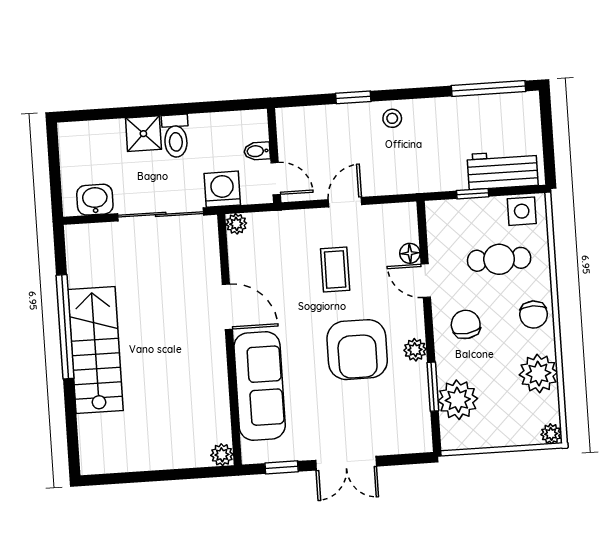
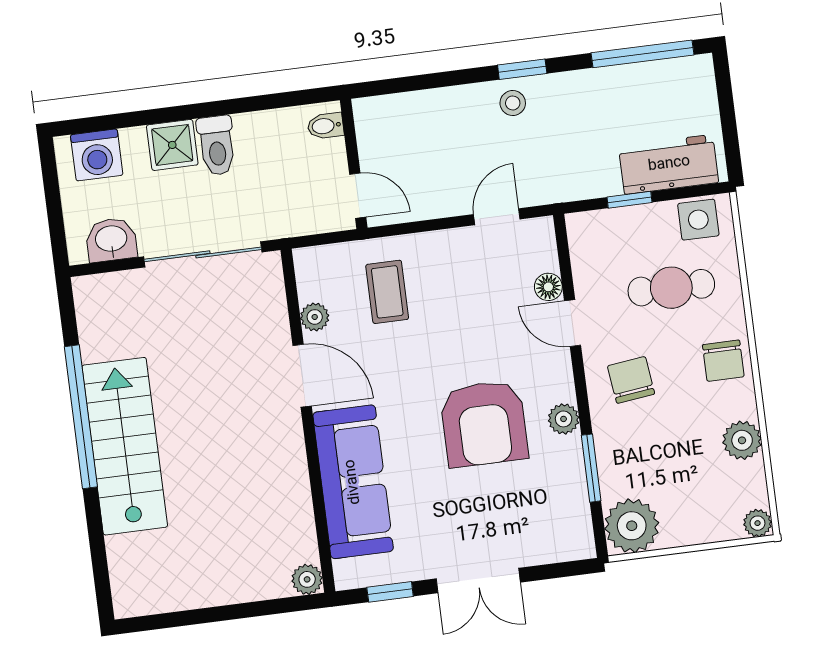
window: (353, 97) -> (522, 69), moved
bidet: (257, 151) -> (326, 126), moved
washing machine: (222, 189) -> (97, 155), moved, turned 180
door: (345, 202) -> (497, 217), moved
plant: (236, 224) -> (315, 317), moved
coffee table: (335, 269) -> (387, 292), moved
plant: (538, 373) -> (742, 440), width x0.73, depth x0.73
plant: (458, 400) -> (632, 526), moved

